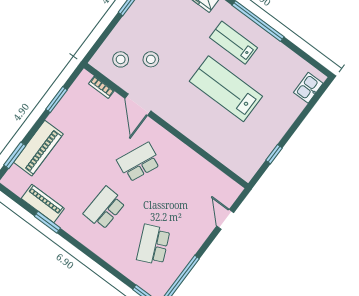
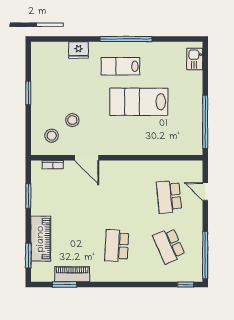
window: (274, 154) -> (205, 122), width x3.17
school desk: (139, 162) -> (169, 197), moved, turned -30
window: (47, 222) -> (64, 285), moved

